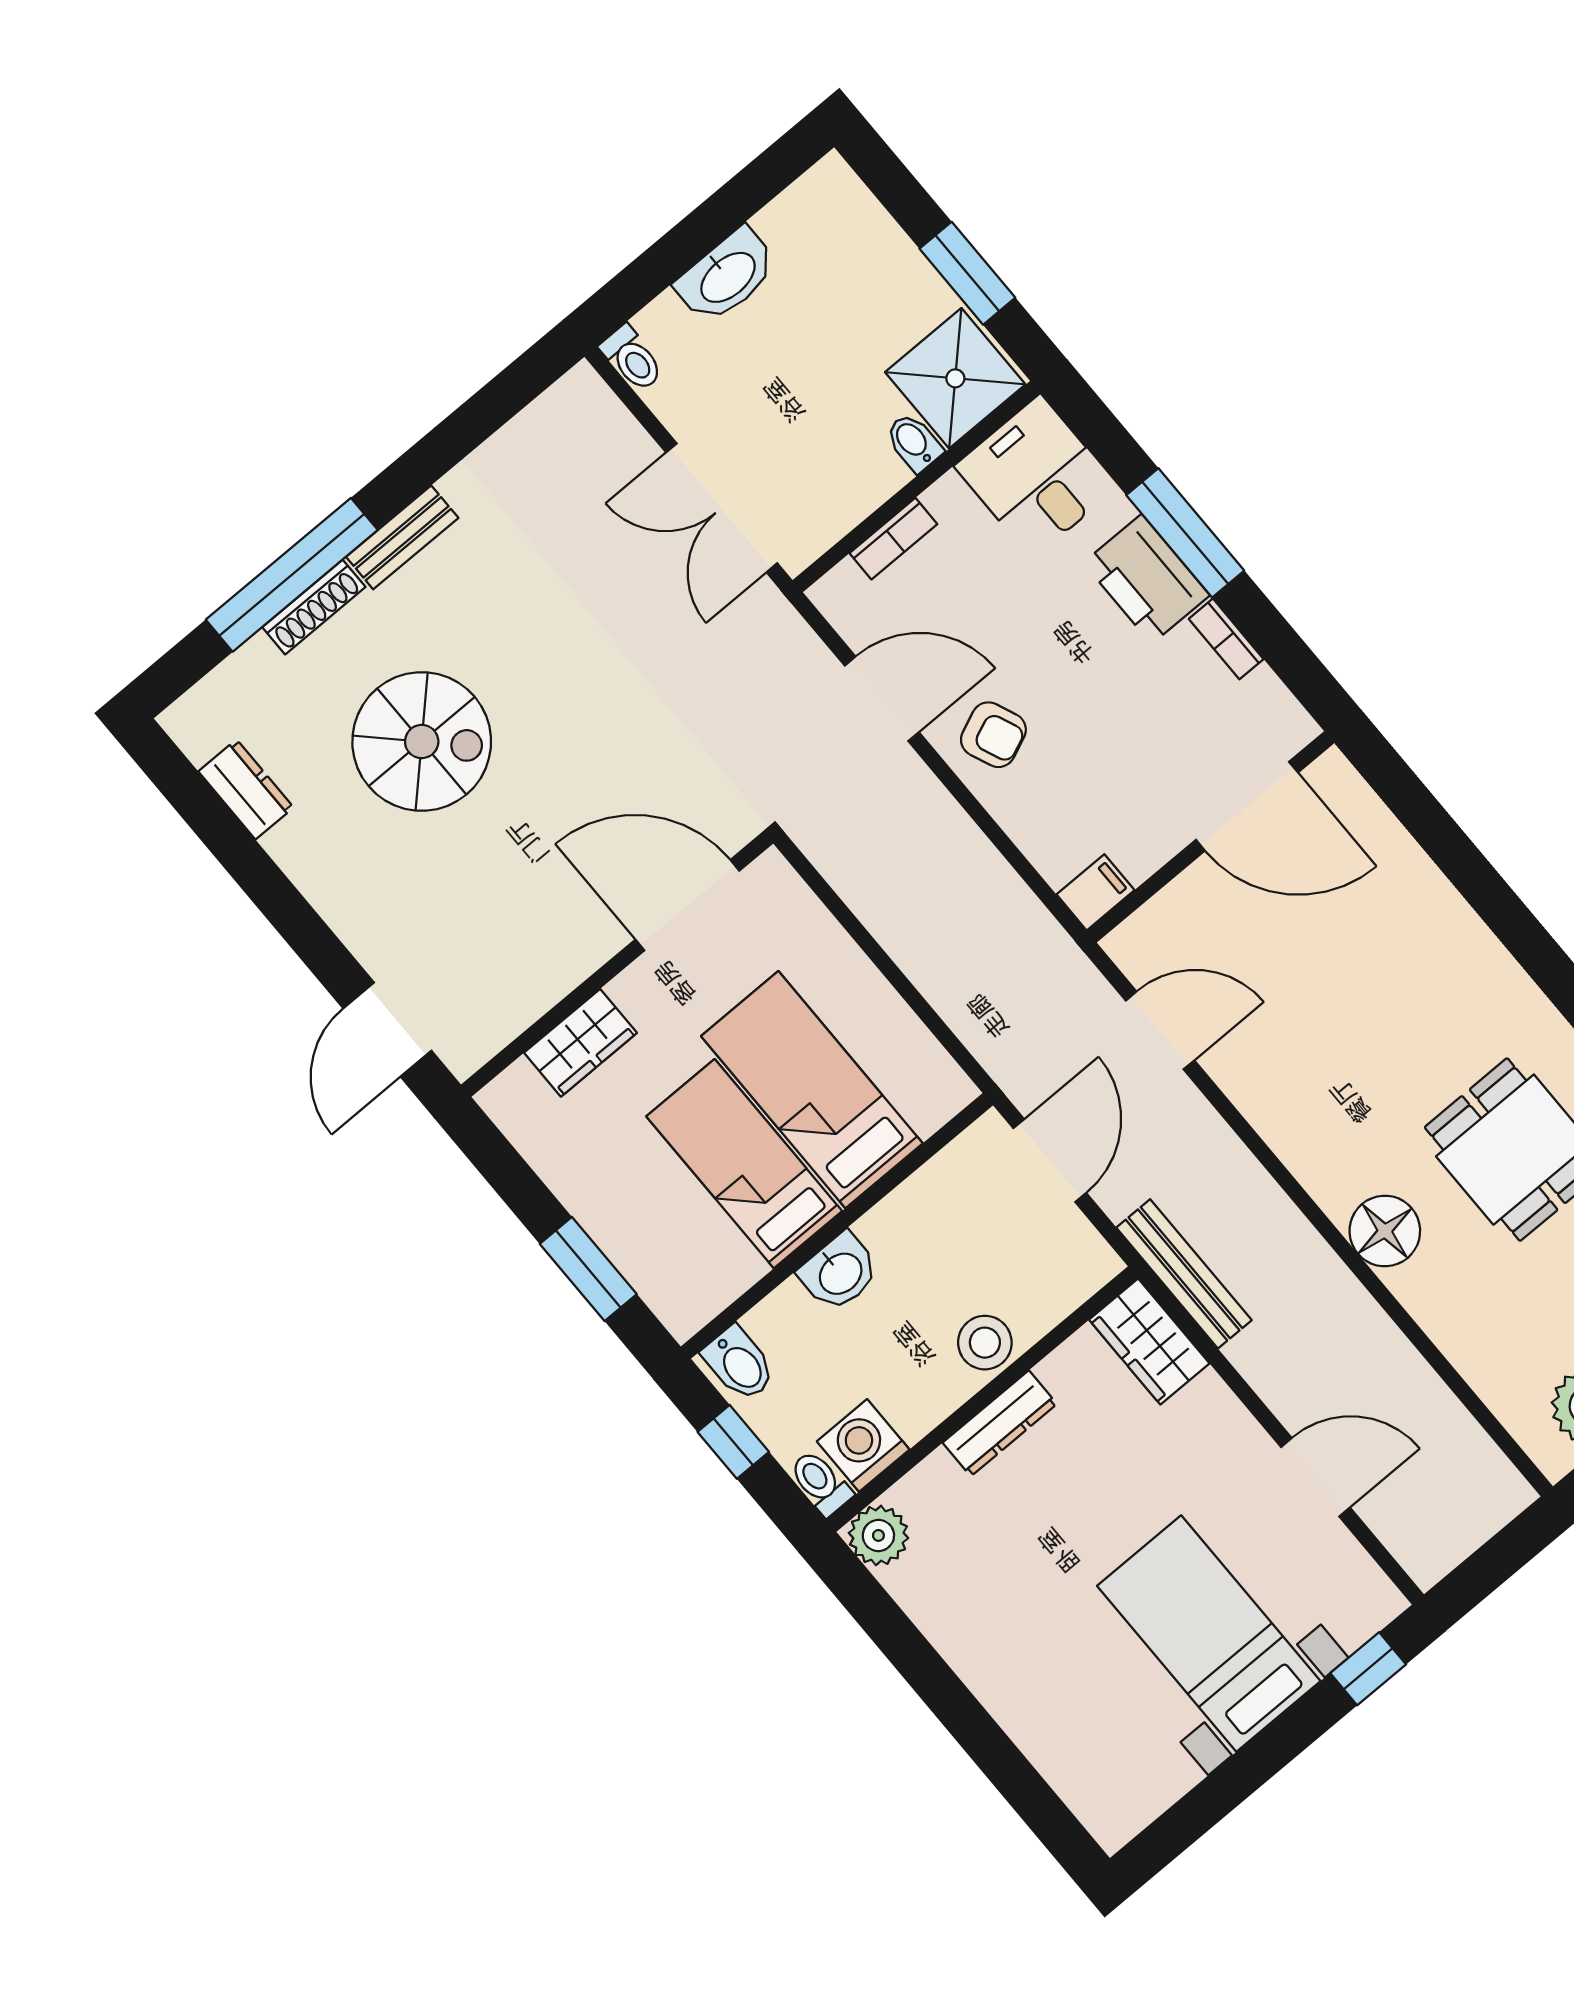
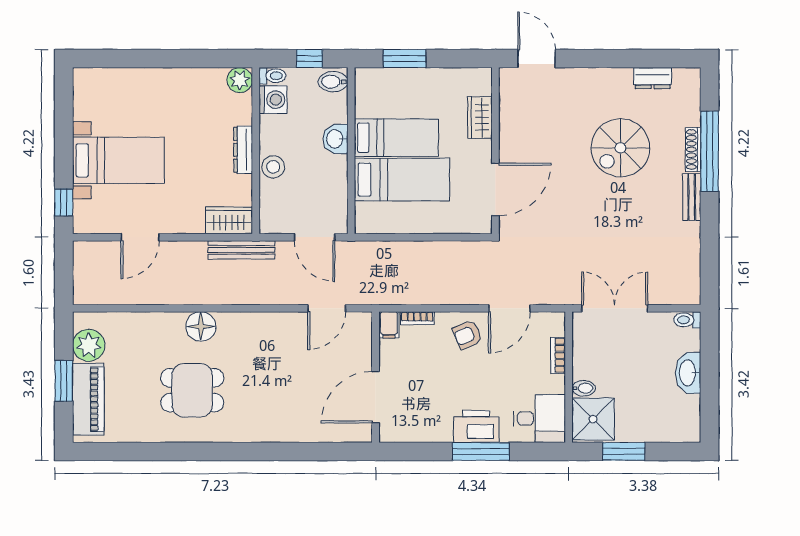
bookcase: (1226, 639) -> (417, 318), moved, turned 180

